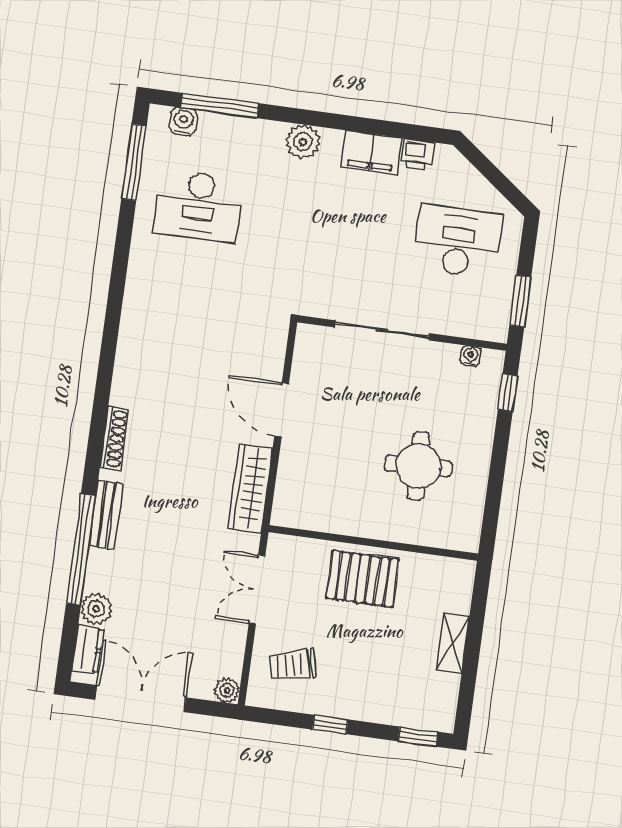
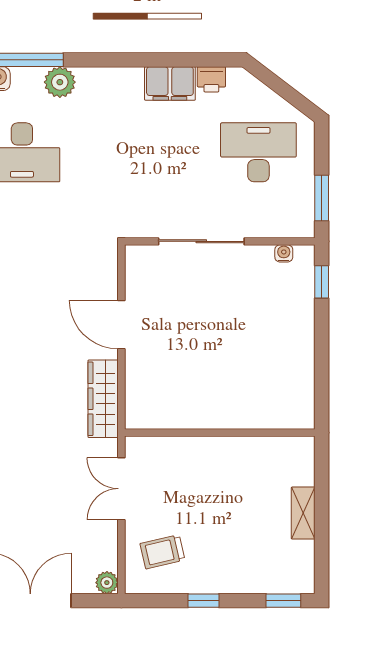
plant: (303, 142) -> (60, 82), moved
round table: (418, 466) -> (251, 358), removed
pallet: (363, 579) -> (215, 466), removed

